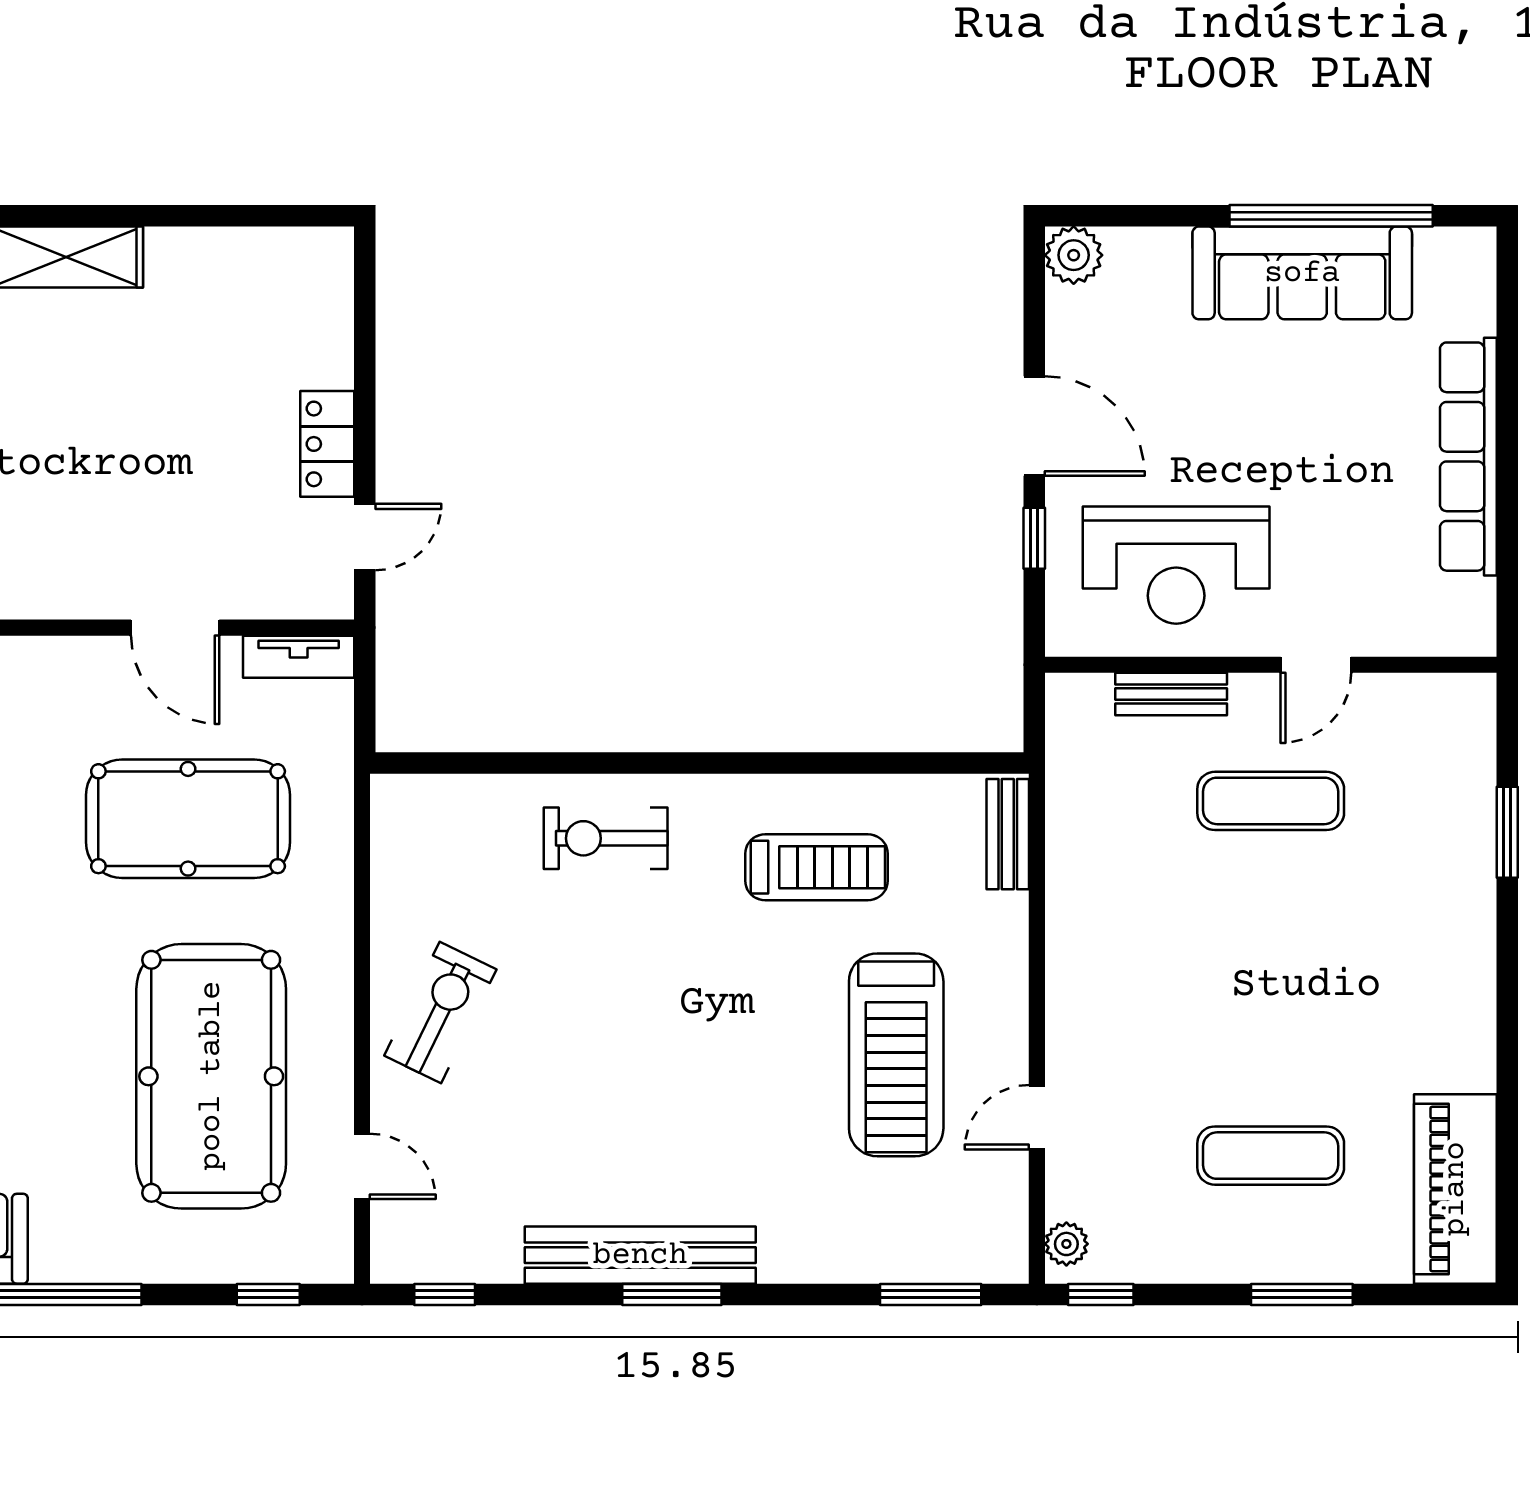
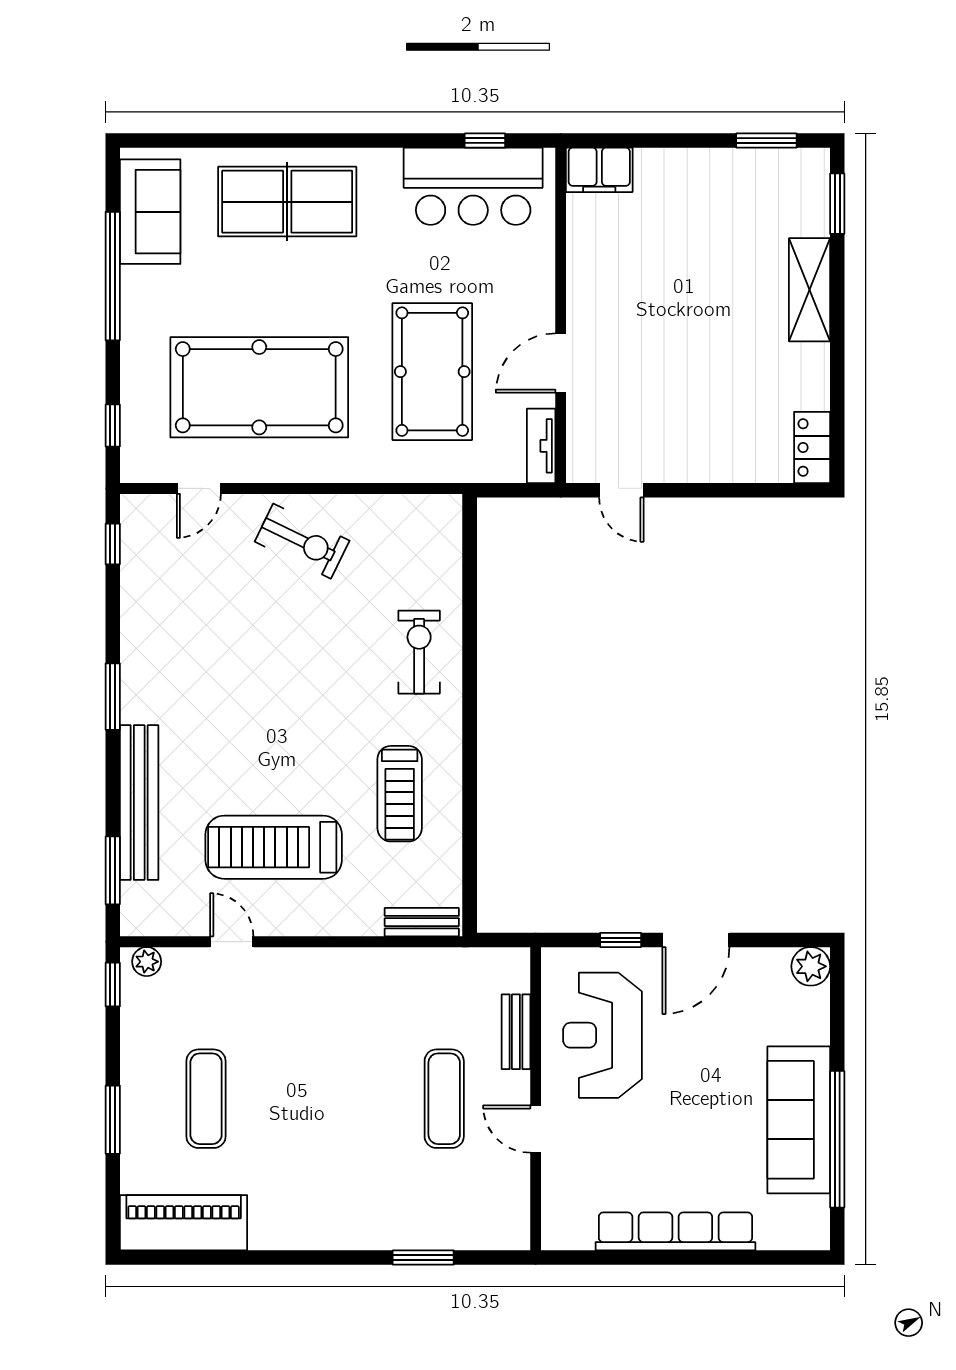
locker: (327, 444) -> (812, 447), moved, turned -90
bench: (640, 1255) -> (139, 803), moved

